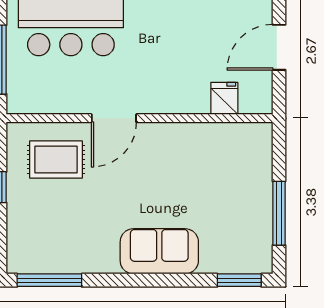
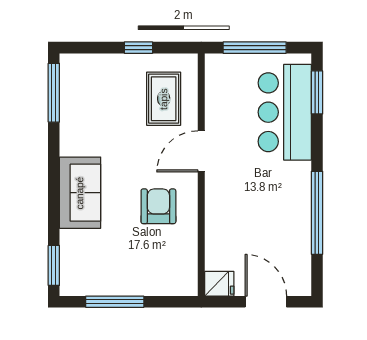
fridge: (224, 98) -> (219, 284), moved
door: (114, 118) -> (201, 151), hinge flipped
armchair: (174, 165) -> (158, 206), added

